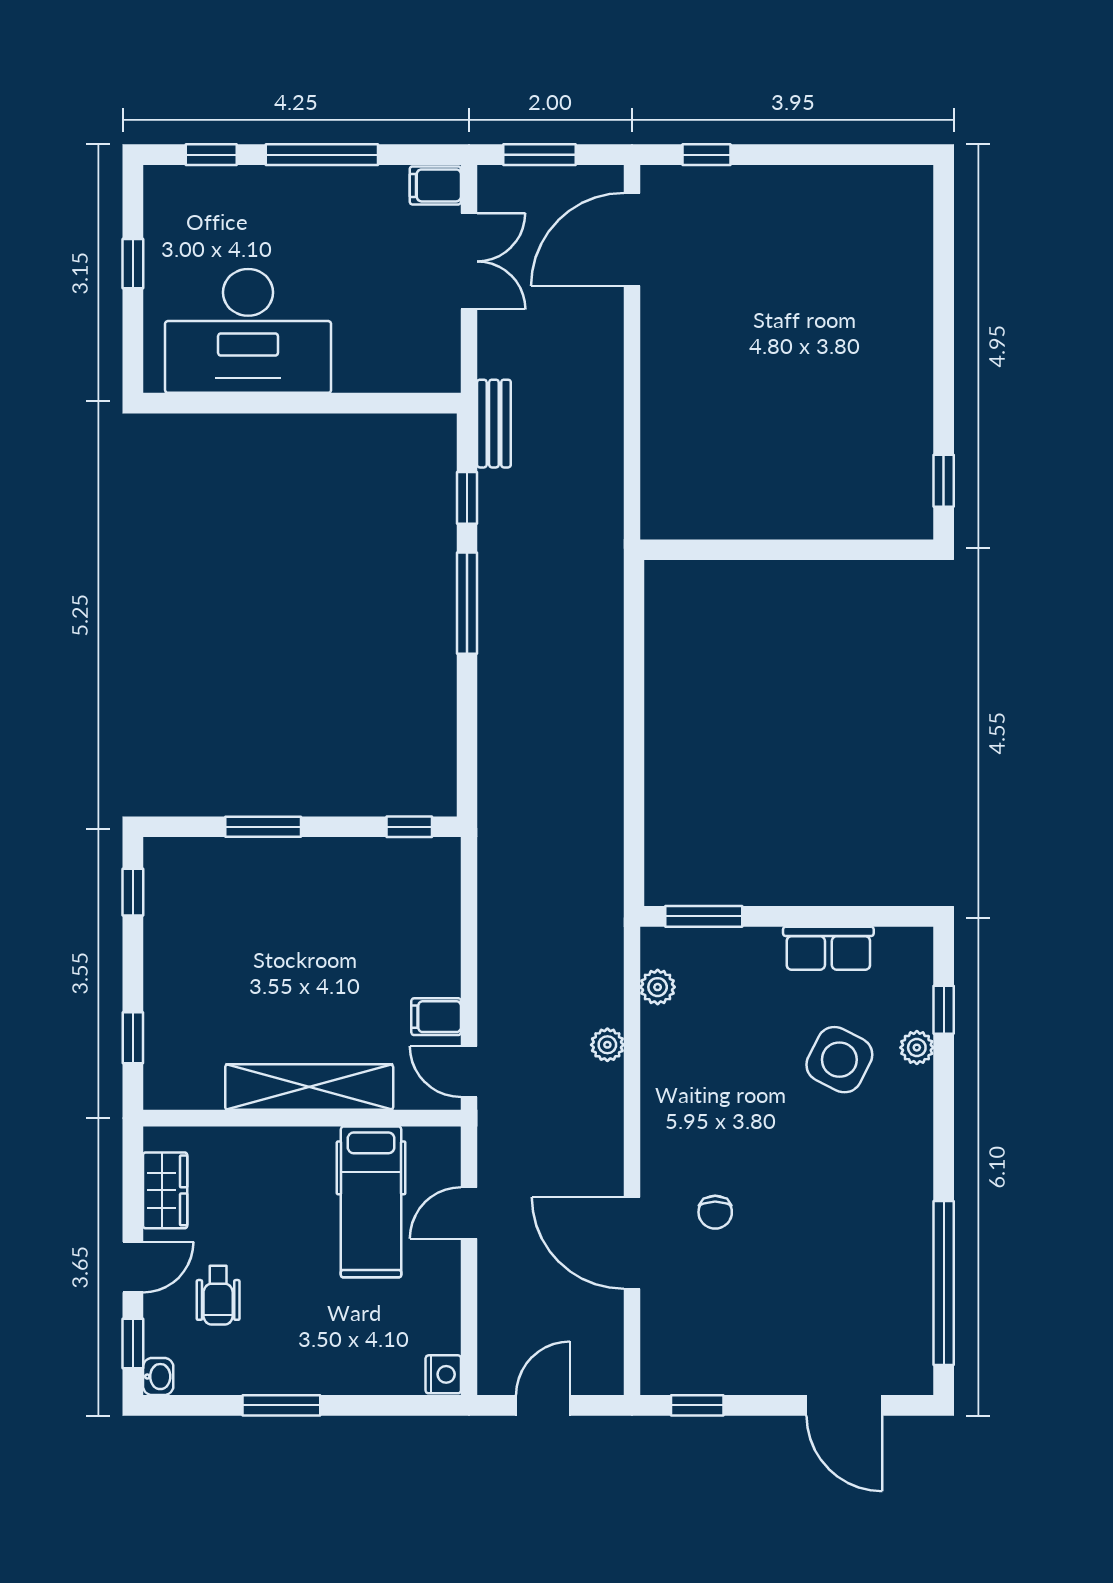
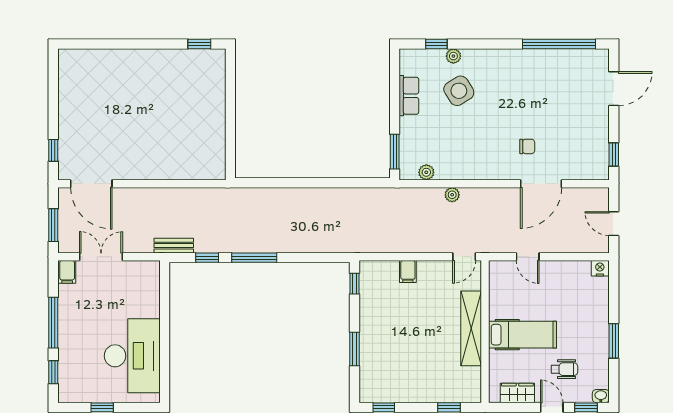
filing cabinet: (436, 1017) -> (408, 271), moved
side table: (839, 1060) -> (459, 91), turned 31
hospital bed: (371, 1202) -> (523, 335), moved

